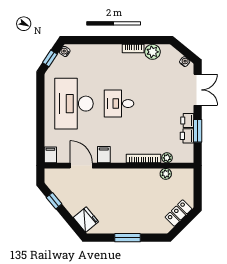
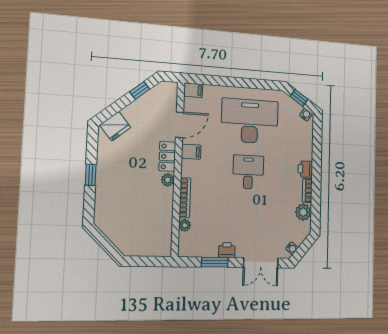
printer: (187, 136) -> (305, 169), moved, turned -90
plant: (166, 174) -> (168, 180), moved
locker: (179, 213) -> (167, 156), moved, turned -135
window: (127, 238) -> (91, 175), width x0.67

